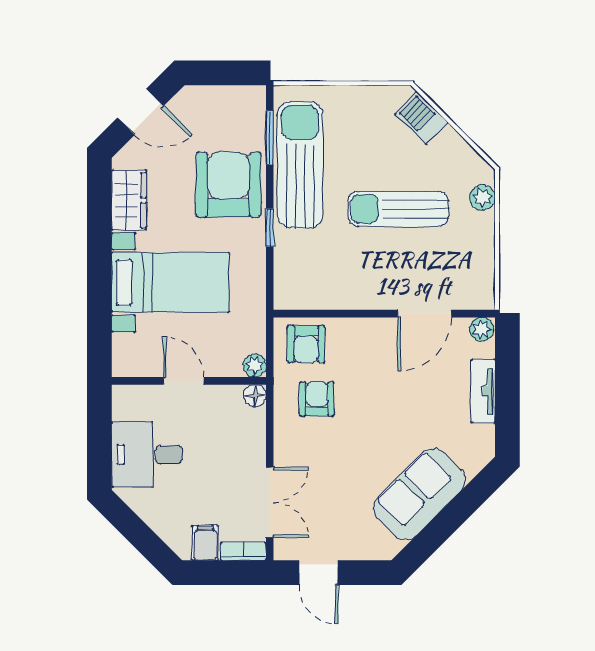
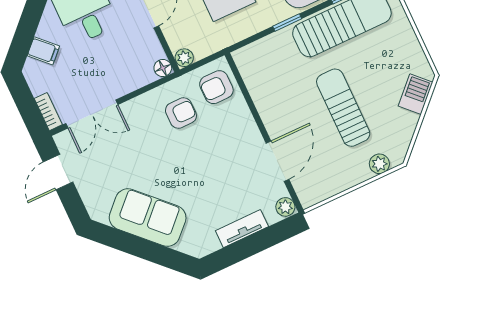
door: (425, 314) -> (278, 161), swing flipped
filing cabinet: (205, 543) -> (43, 51), moved, turned 45

